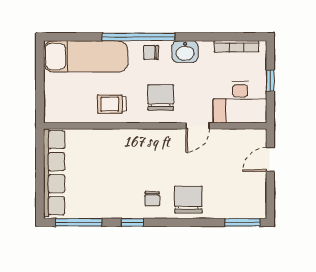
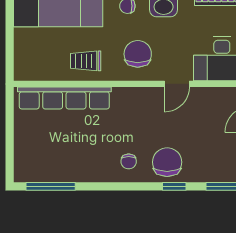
row of seats: (54, 173) -> (64, 98), moved, turned 90
window: (132, 222) -> (174, 186), moved

